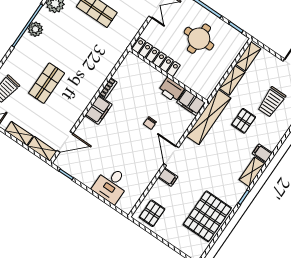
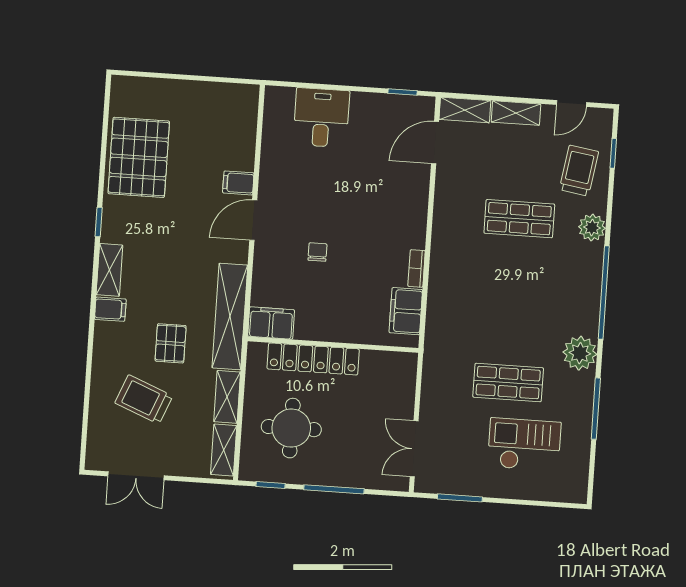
plant: (35, 29) -> (592, 228), moved
round table: (199, 39) -> (291, 428), moved
locker: (156, 57) -> (313, 359), moved
shop shelf: (47, 83) -> (519, 219), turned 90
printer: (171, 90) -> (315, 325), removed
trolley: (272, 102) -> (144, 399), turned -68
filing cabinet: (98, 110) -> (406, 311), moved
door: (171, 156) -> (253, 220), swing flipped
pallet: (152, 213) -> (230, 111), removed

